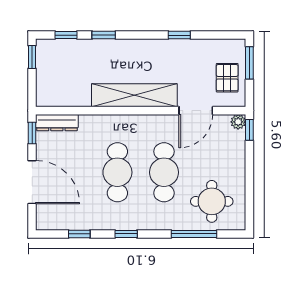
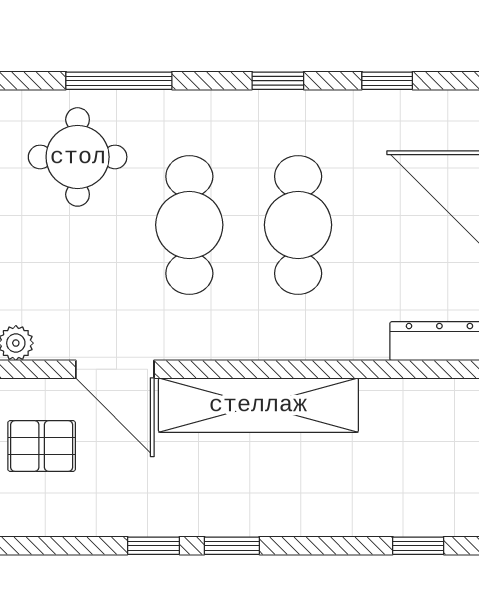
window: (104, 35) -> (232, 546), moved
pallet: (227, 78) -> (42, 446), turned 90
door: (196, 111) -> (115, 369), swing flipped

